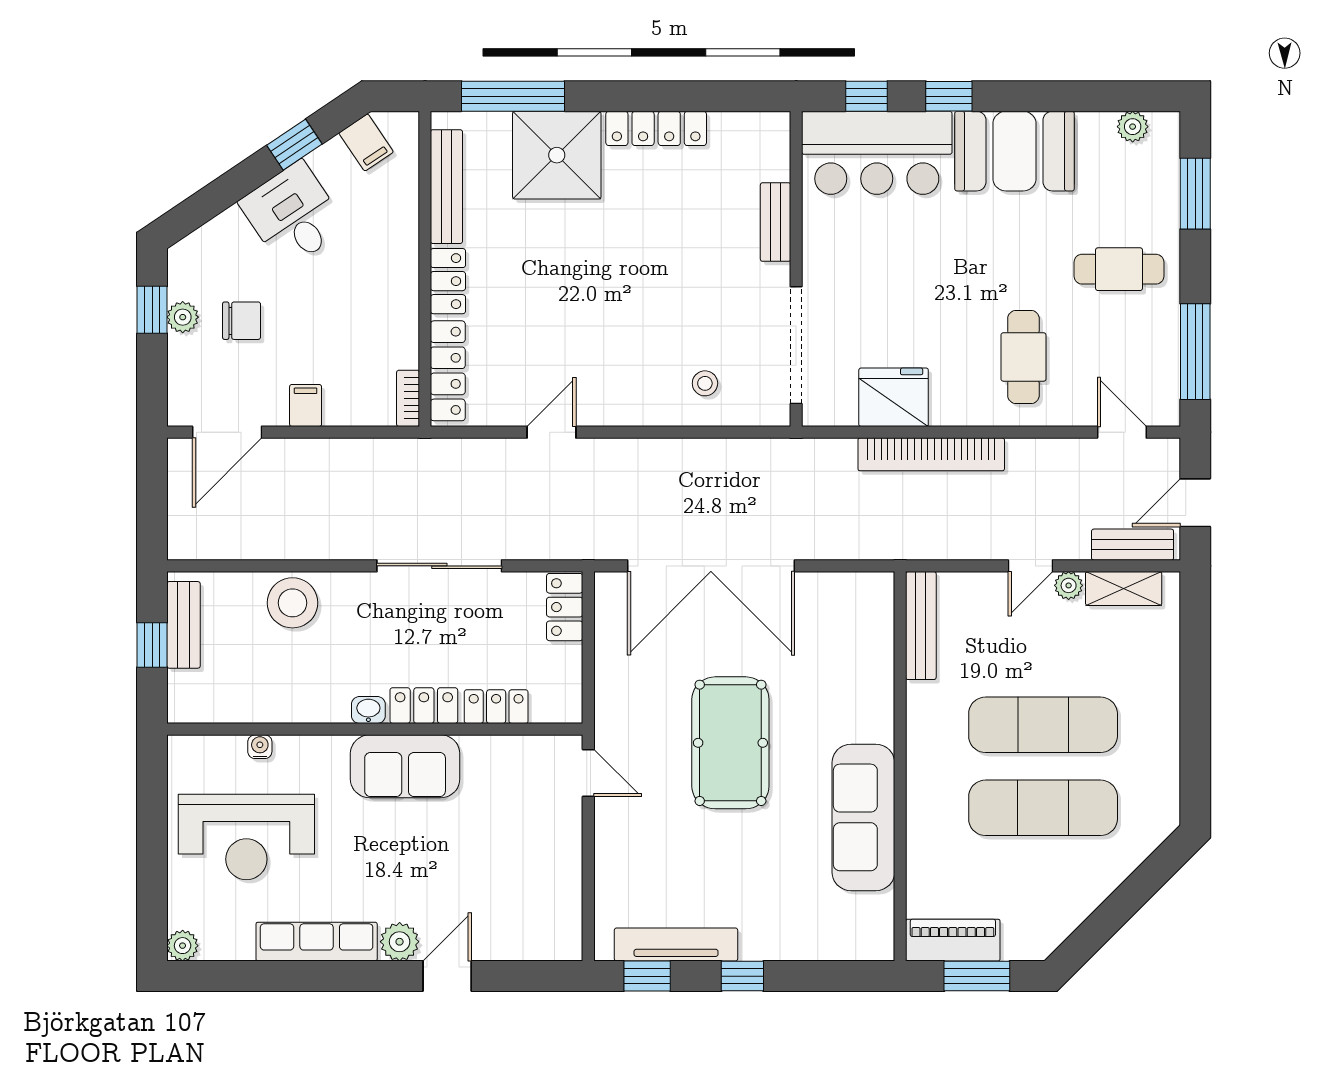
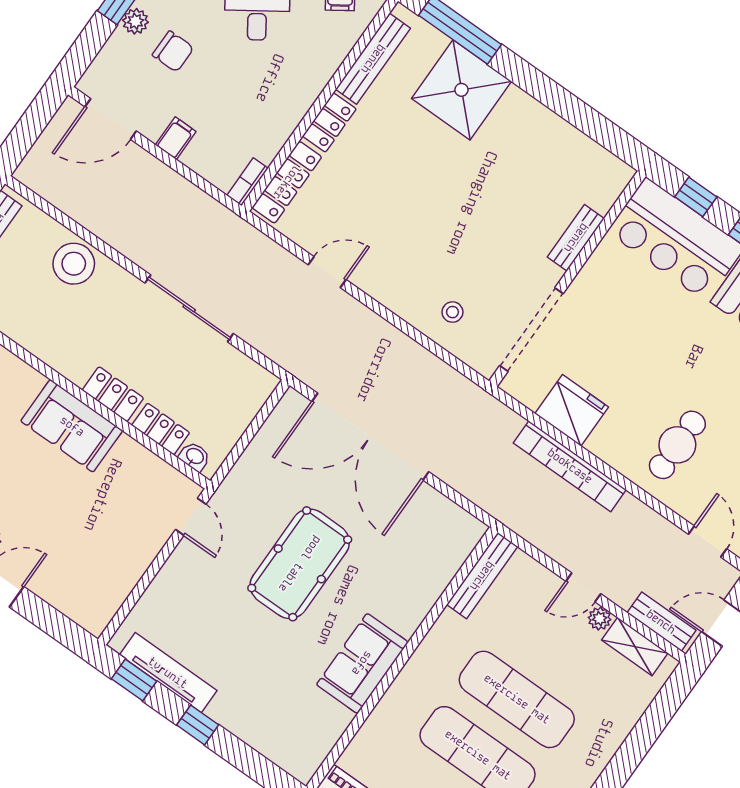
locker: (656, 128) -> (540, 119), removed
locker: (565, 607) -> (253, 395), removed
washbasin: (368, 710) -> (195, 456), moved
sofa: (863, 817) -> (362, 663), width x0.73

